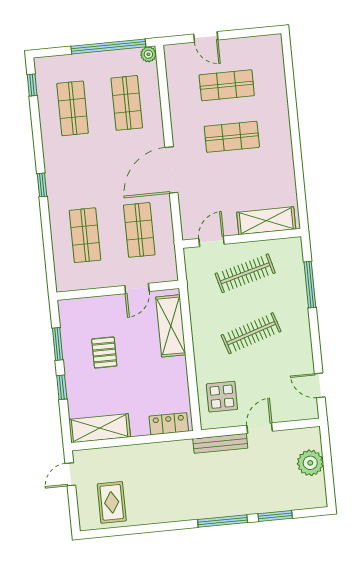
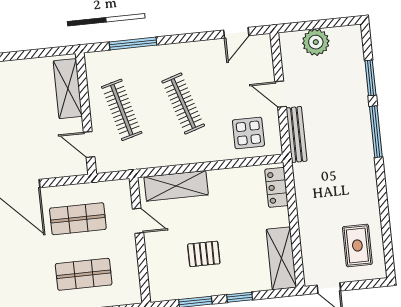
rug: (112, 502) -> (357, 246), turned 90

